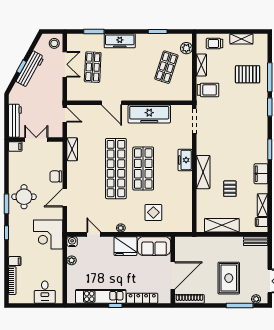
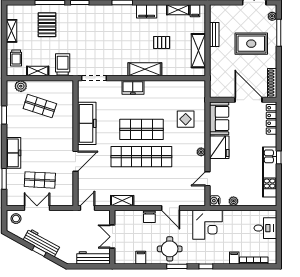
filing cabinet: (15, 146) -> (141, 258), moved
bench: (256, 241) -> (214, 35), moved
locker: (142, 298) -> (271, 119), moved

